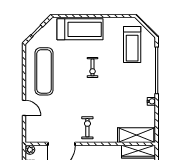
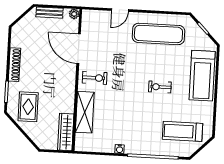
shelving: (137, 135) -> (85, 112), moved

